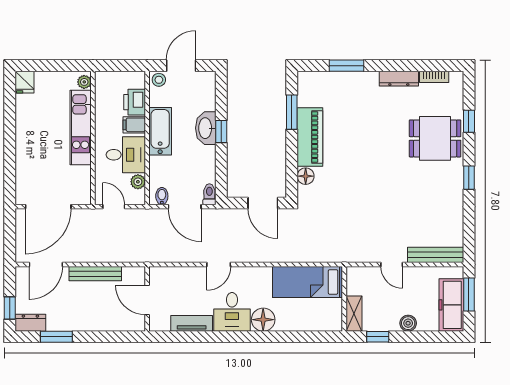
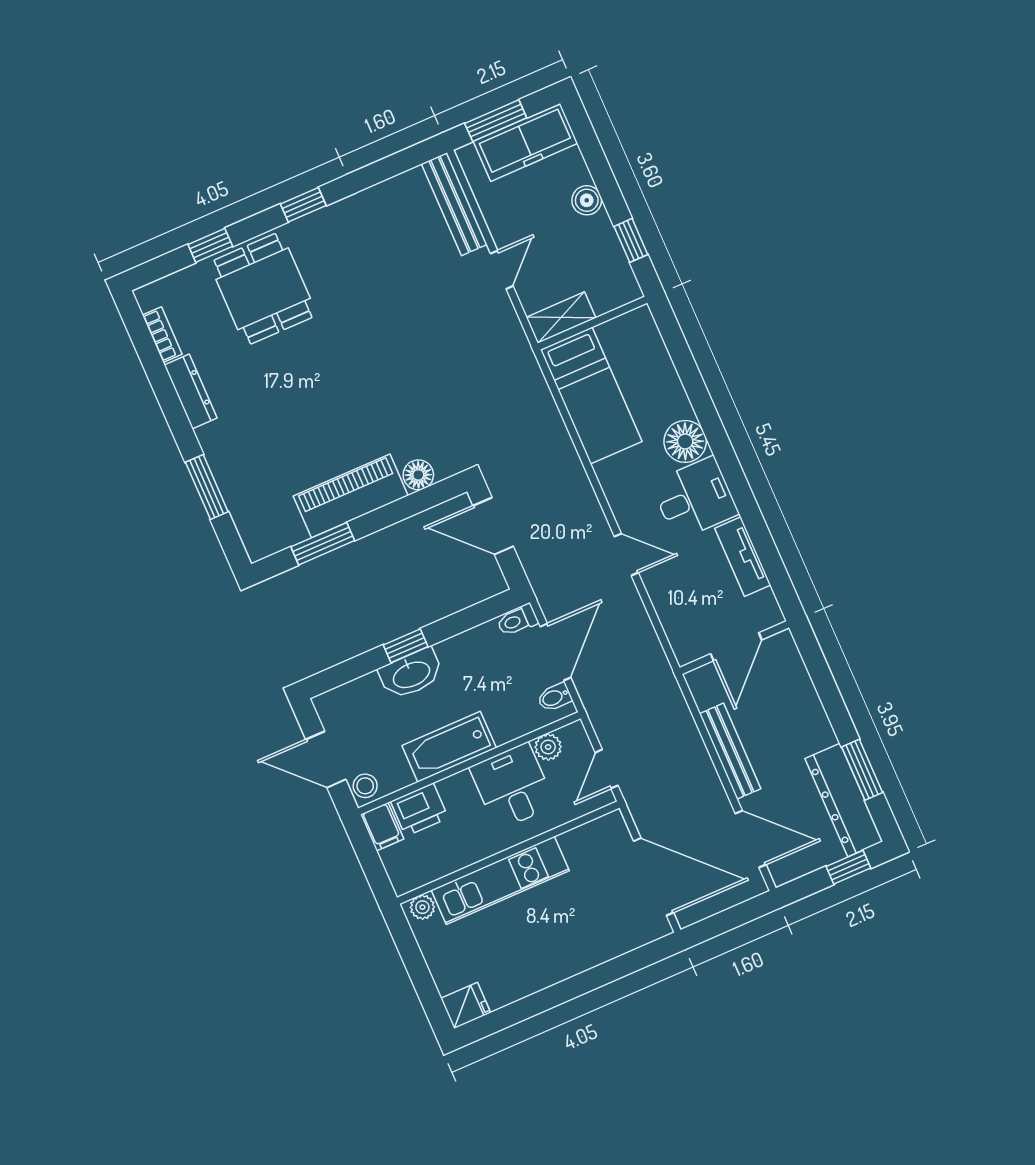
filing cabinet: (134, 125) -> (382, 827), moved
door: (263, 203) -> (493, 526), swing flipped
shelving: (354, 314) -> (561, 318), moved
dresser: (30, 323) -> (844, 800), width x1.96, depth x1.24

